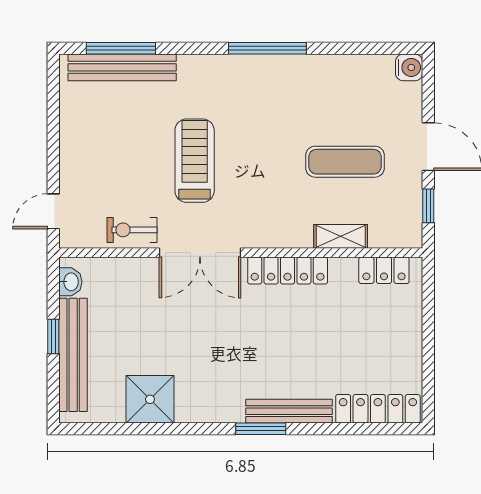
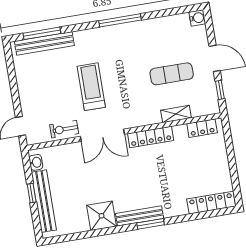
shower: (150, 399) -> (102, 216), moved
bench: (289, 411) -> (140, 216), moved

